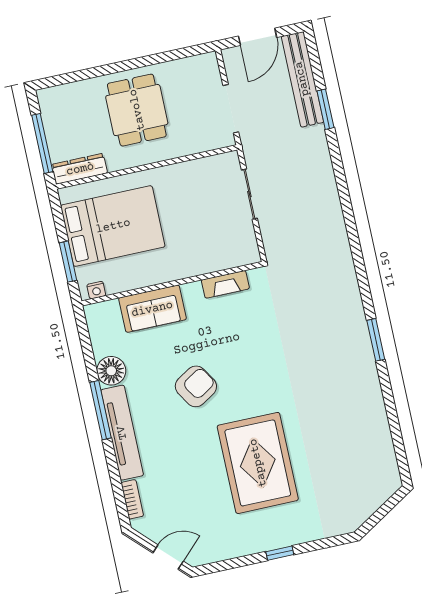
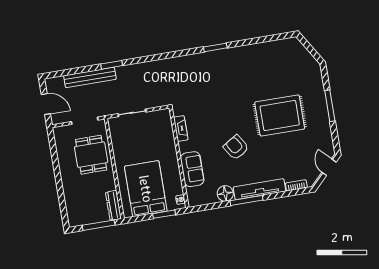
bench: (302, 79) -> (90, 77), moved
window: (325, 109) -> (112, 65), moved
dining table: (137, 110) -> (91, 155), moved, turned 90
window: (280, 553) -> (330, 106), width x2.17

